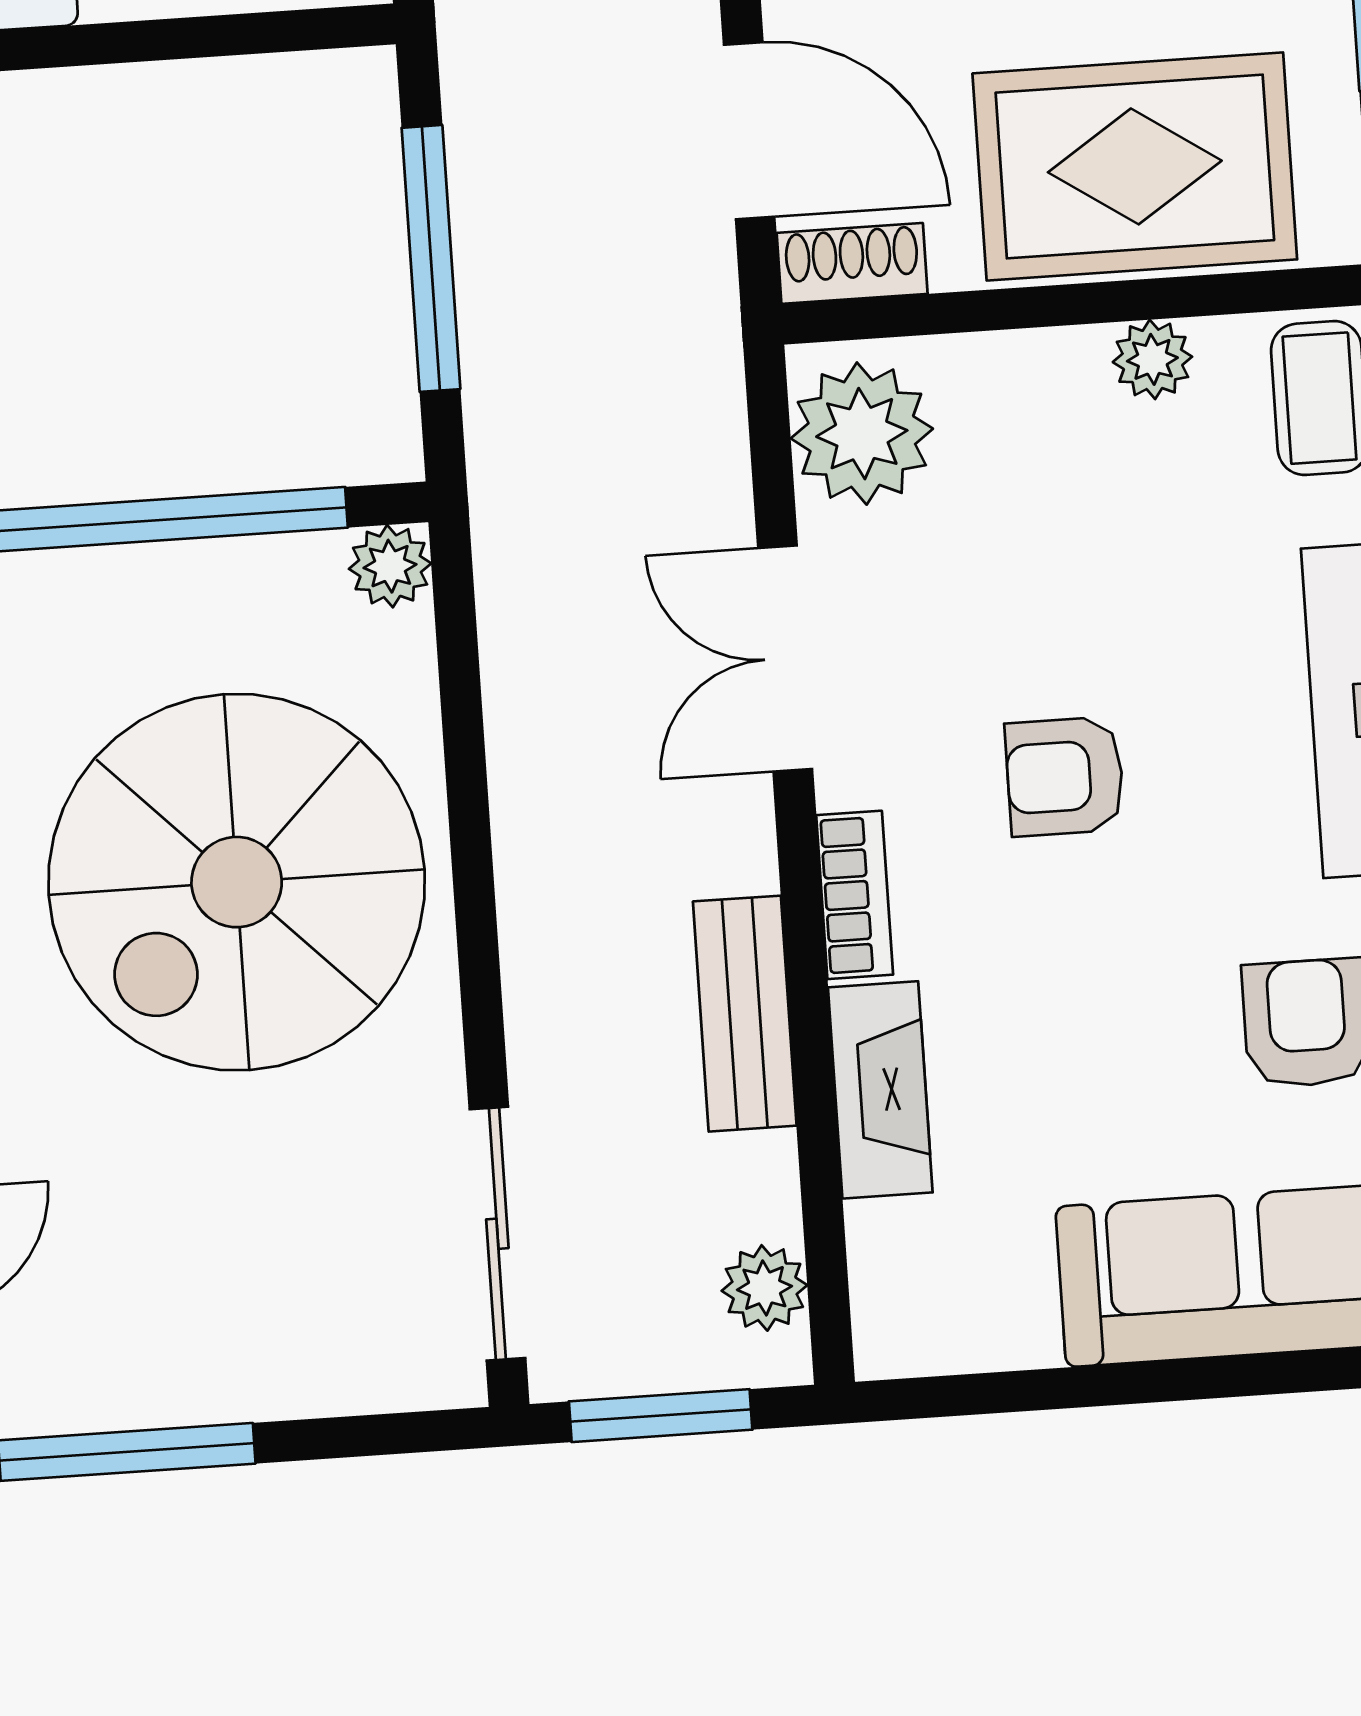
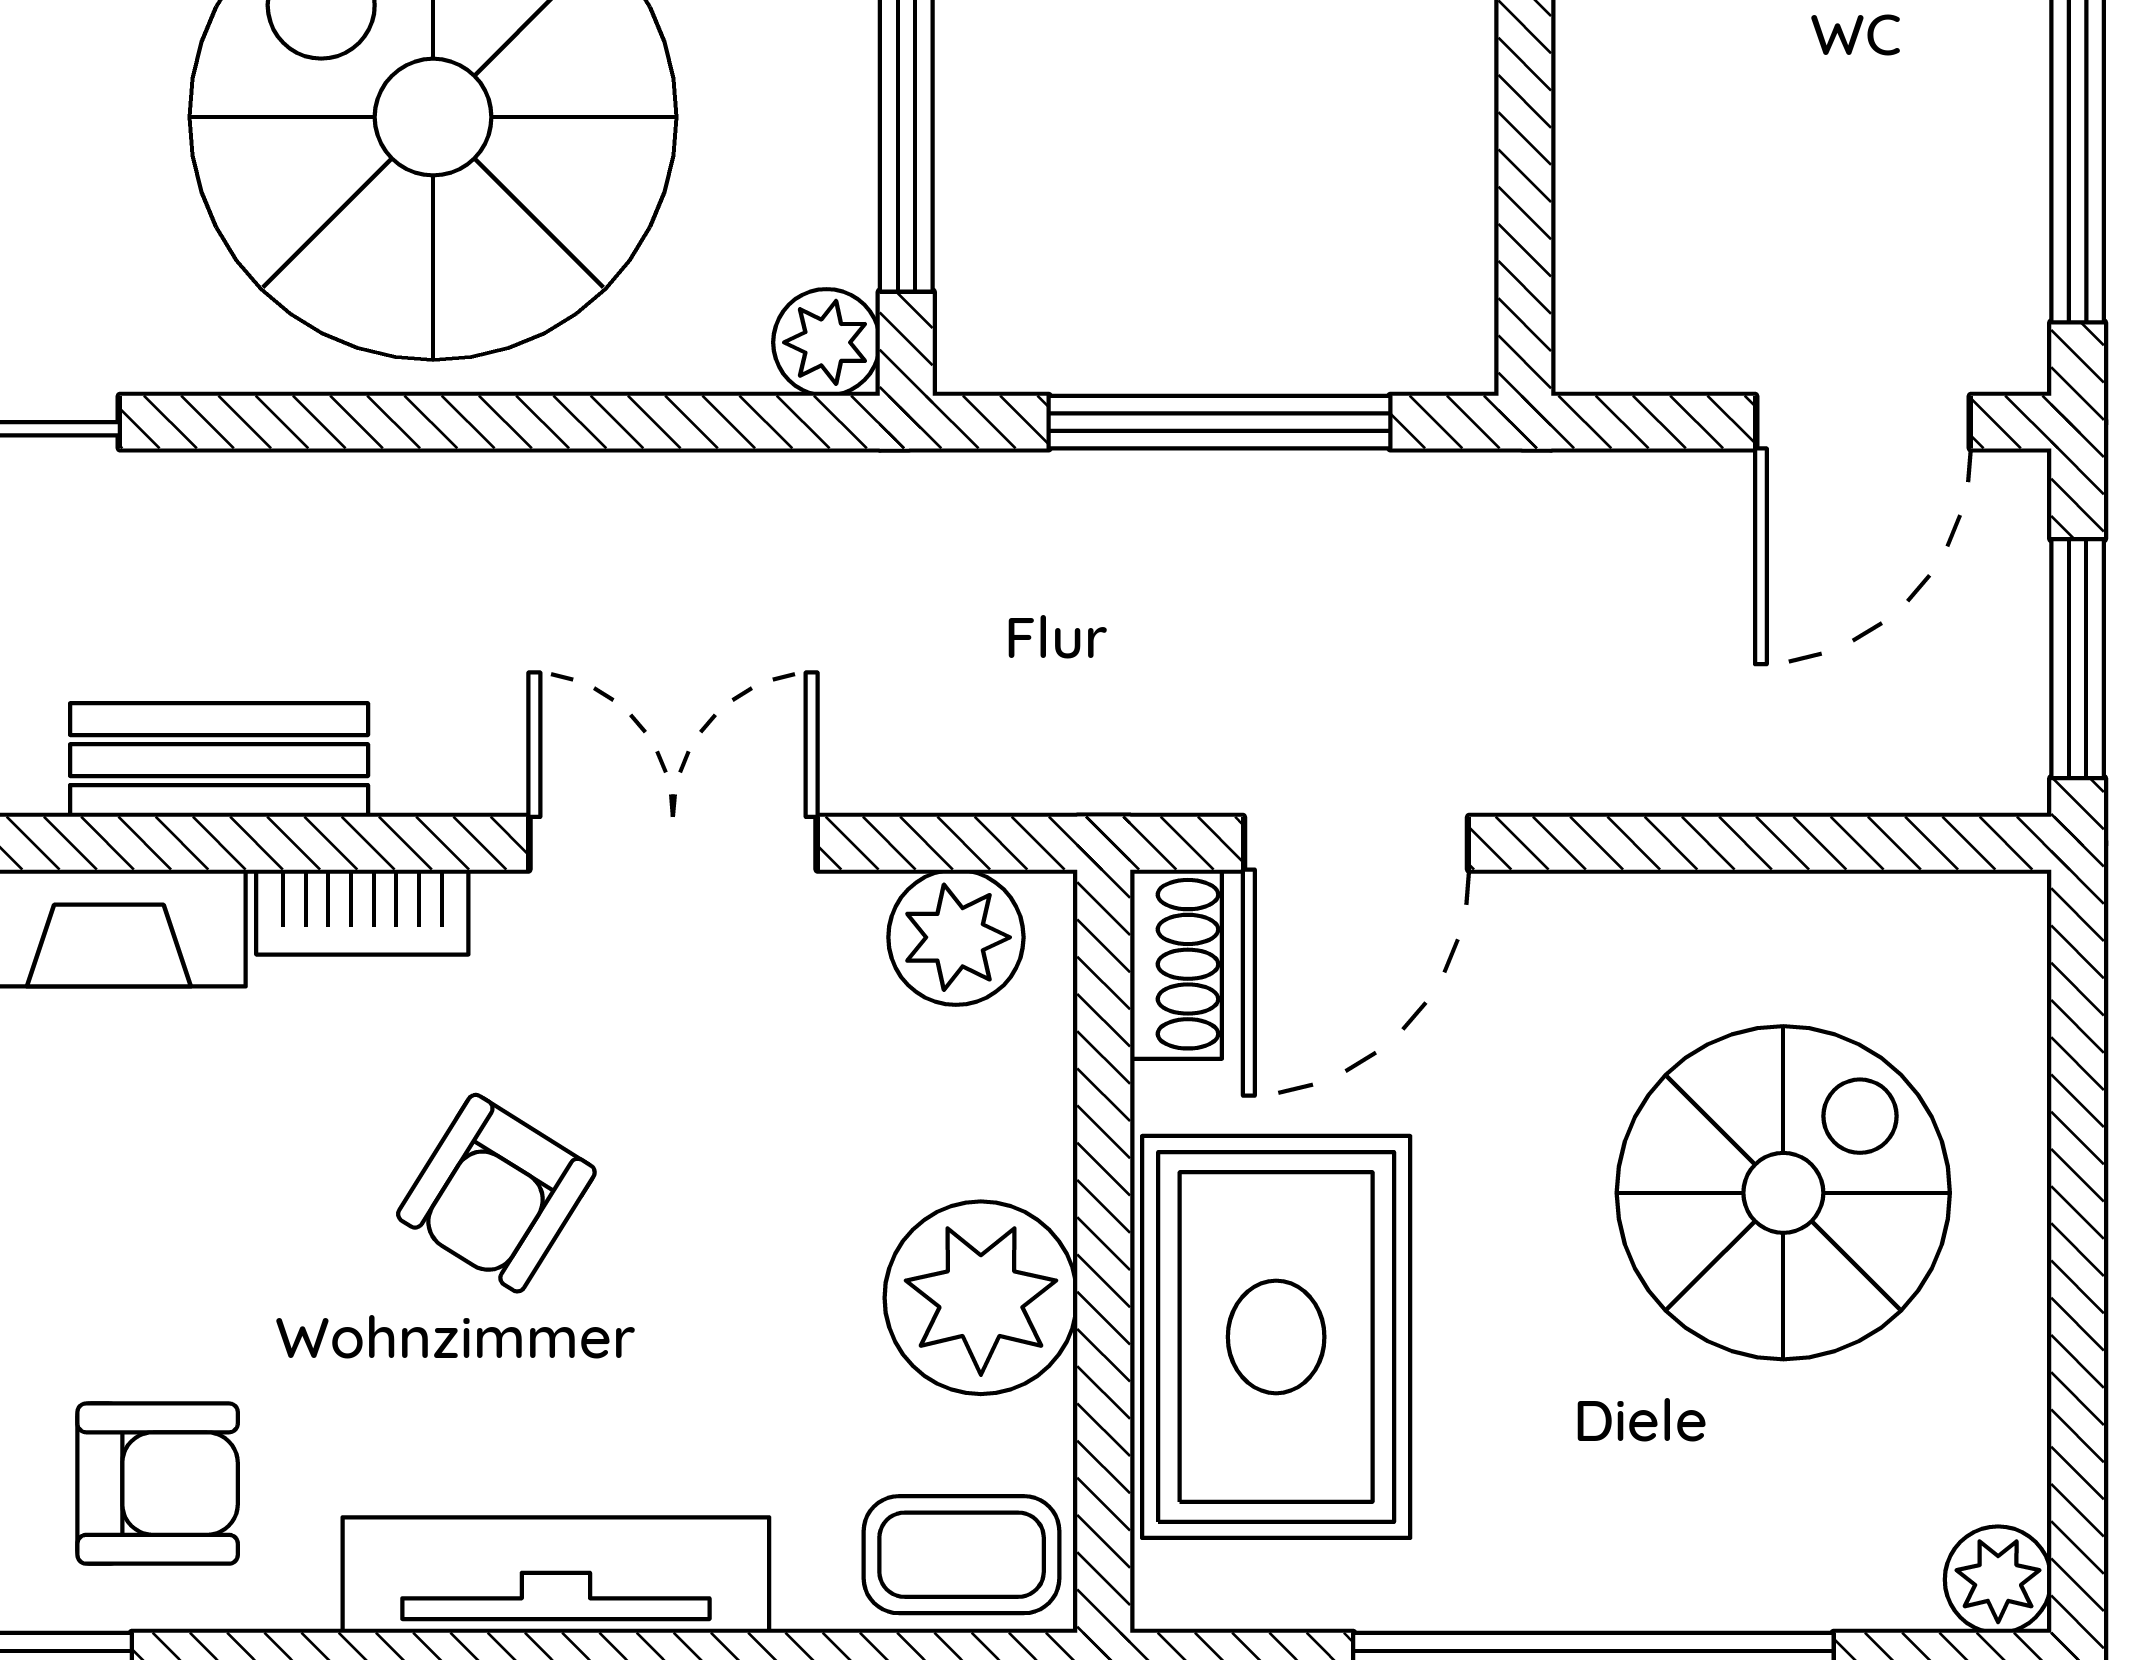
plant: (1152, 359) -> (981, 1298), width x1.88, depth x1.88
plant: (862, 434) -> (956, 937), width x0.73, depth x0.73
armchair: (1065, 776) -> (496, 1193), turned -148

